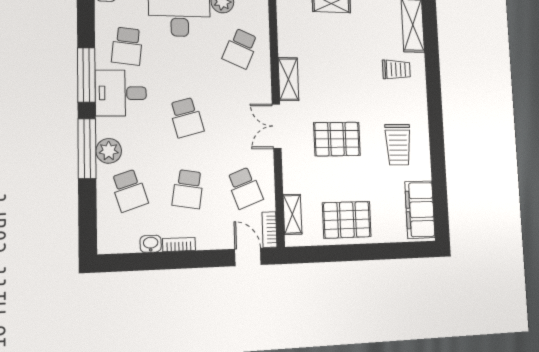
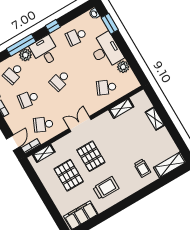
window: (86, 75) -> (53, 26), width x0.46
shelving: (288, 79) -> (121, 108), moved
desk: (121, 93) -> (45, 51), moved
trolley: (398, 145) -> (106, 188), turned 180
school desk: (245, 188) -> (43, 124), turned 45
pallet: (347, 220) -> (69, 175), moved

